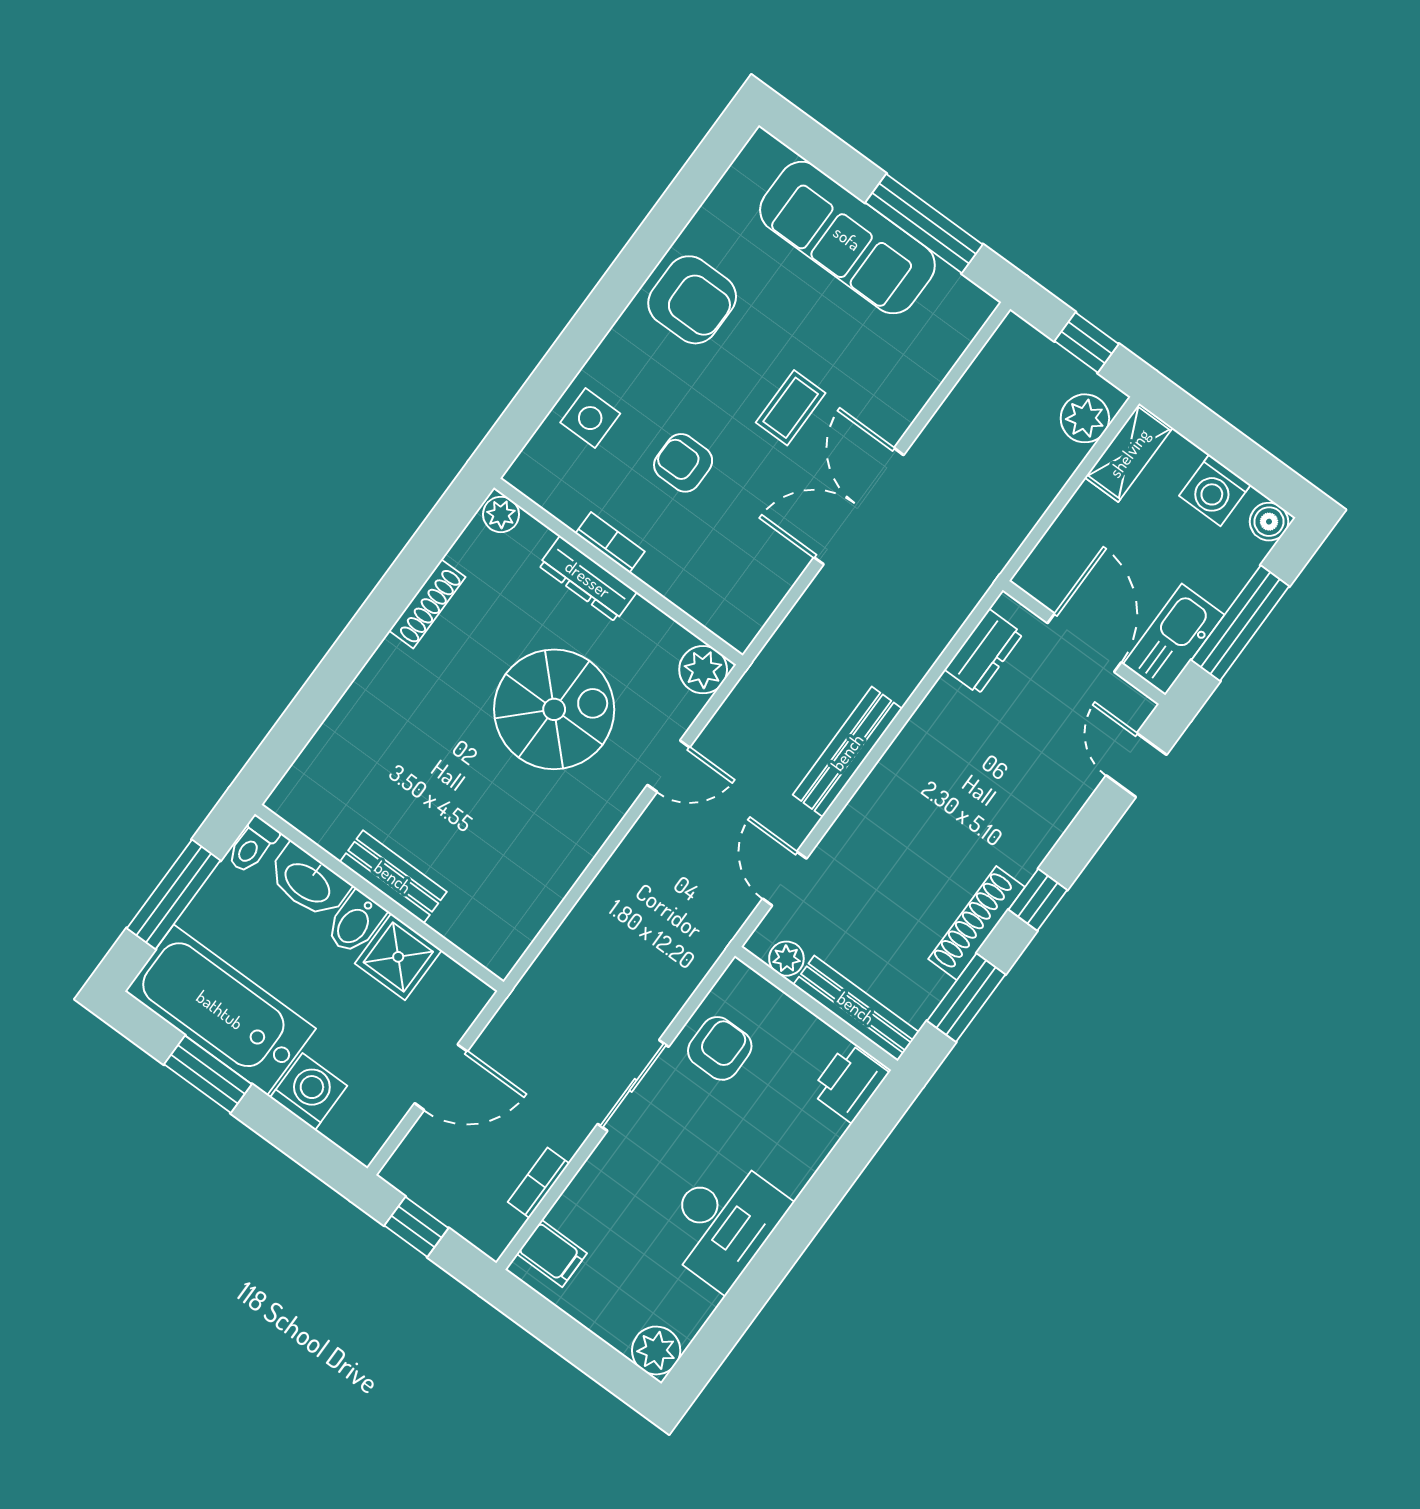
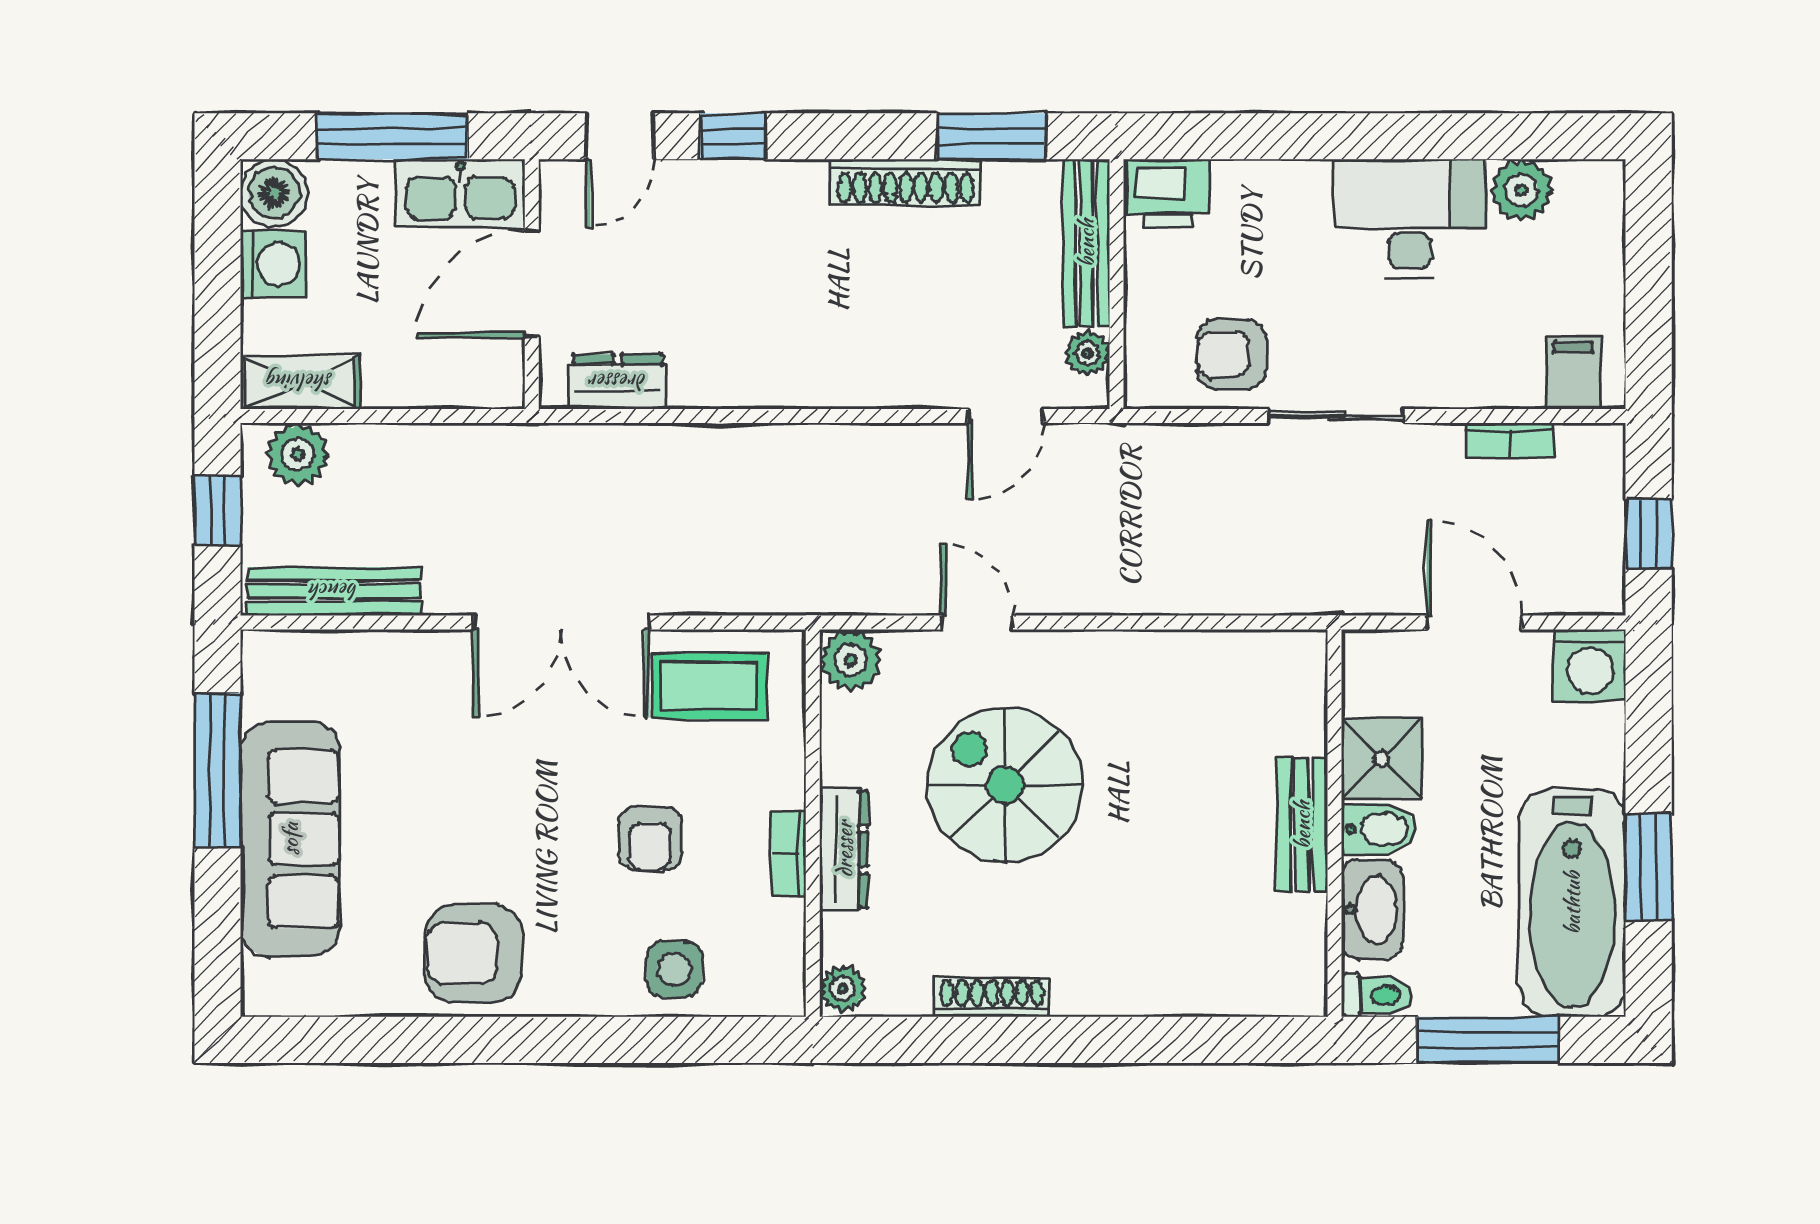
armchair: (692, 300) -> (474, 953), turned -90
coffee table: (791, 408) -> (709, 686), moved, width x1.36, depth x1.30
boiler: (1269, 522) -> (274, 193), width x1.36, depth x1.36
bench: (847, 752) -> (334, 591), moved
window: (1038, 900) -> (733, 136), moved
washing machine: (309, 1092) -> (1590, 665), moved, turned -90
plant: (656, 1350) -> (1521, 190), moved

